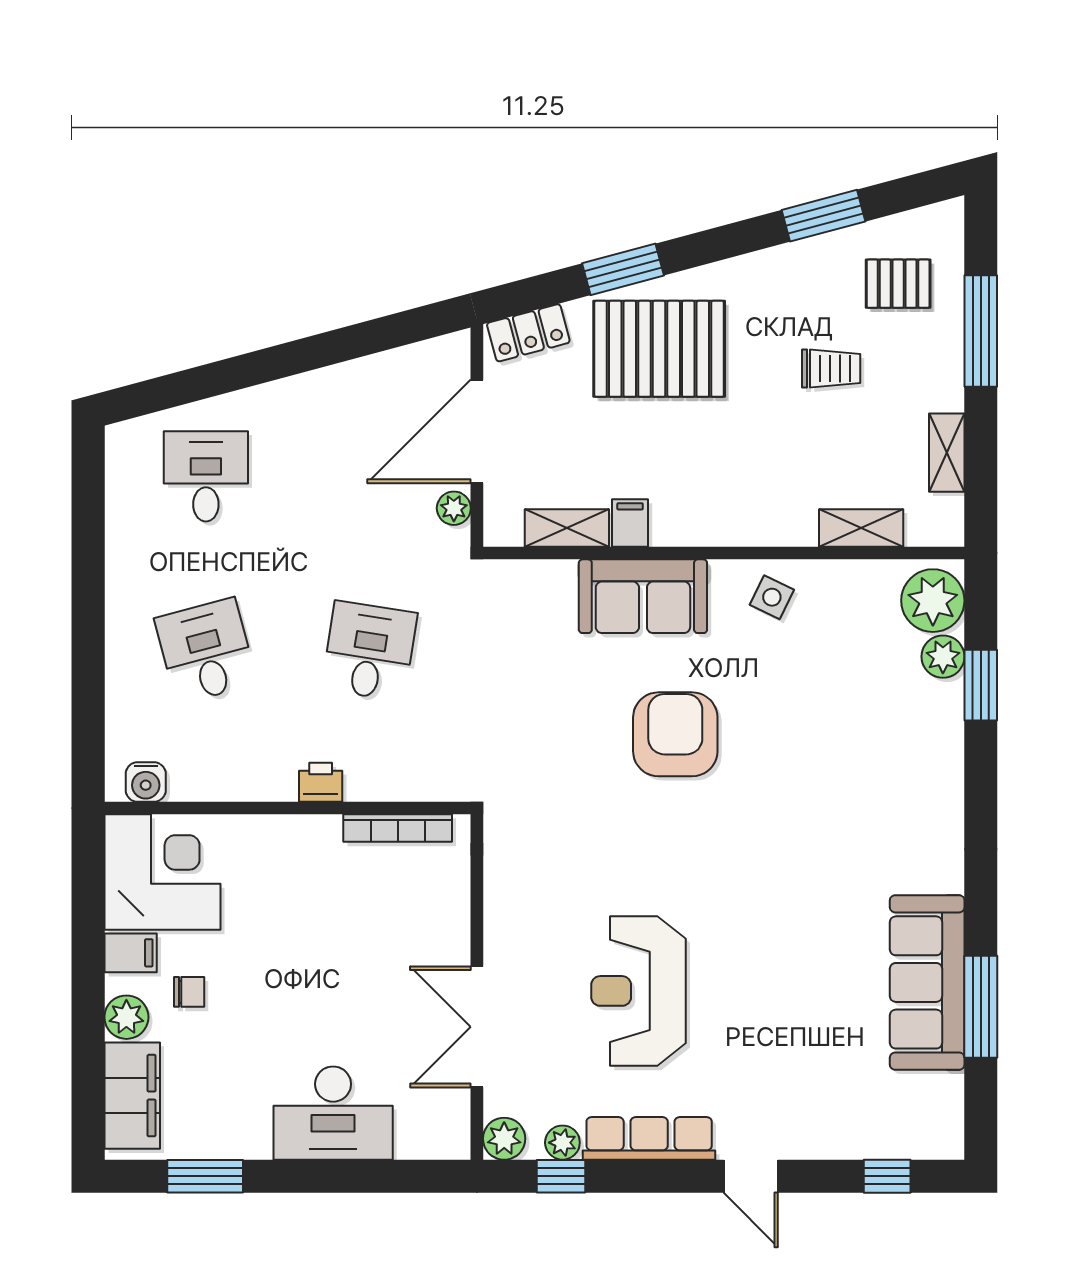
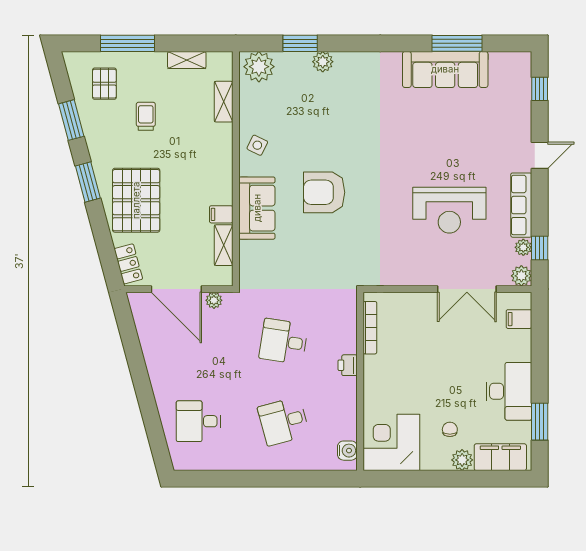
window: (623, 269) -> (88, 182), moved
plant: (943, 657) -> (323, 62), moved
filing cabinet: (131, 953) -> (519, 319), moved, turned -90
desk: (333, 1113) -> (509, 391), moved

